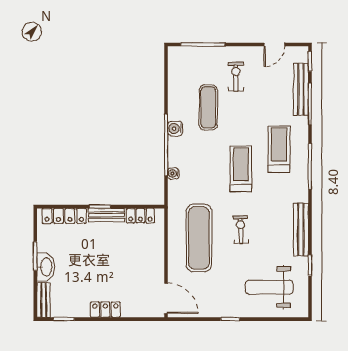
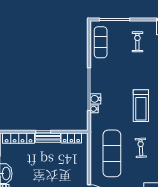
exercise mat: (208, 107) -> (101, 42), moved
water cooler: (175, 129) -> (95, 99), moved
treadmill: (241, 169) -> (141, 106), turned 180

